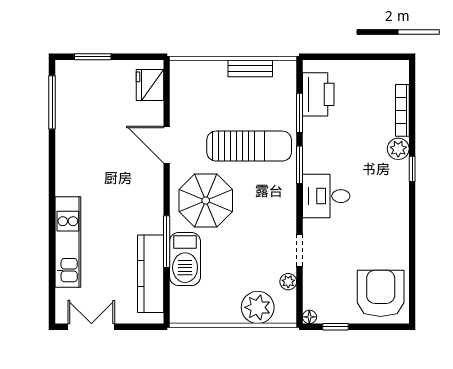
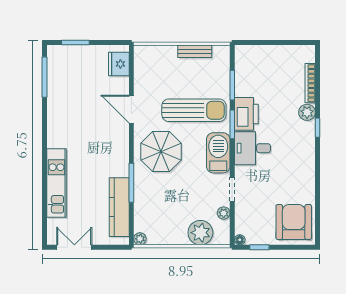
printer: (318, 94) -> (246, 114), moved
barbecue: (185, 259) -> (218, 153), moved, turned 180
plant: (178, 316) -> (140, 239), added

